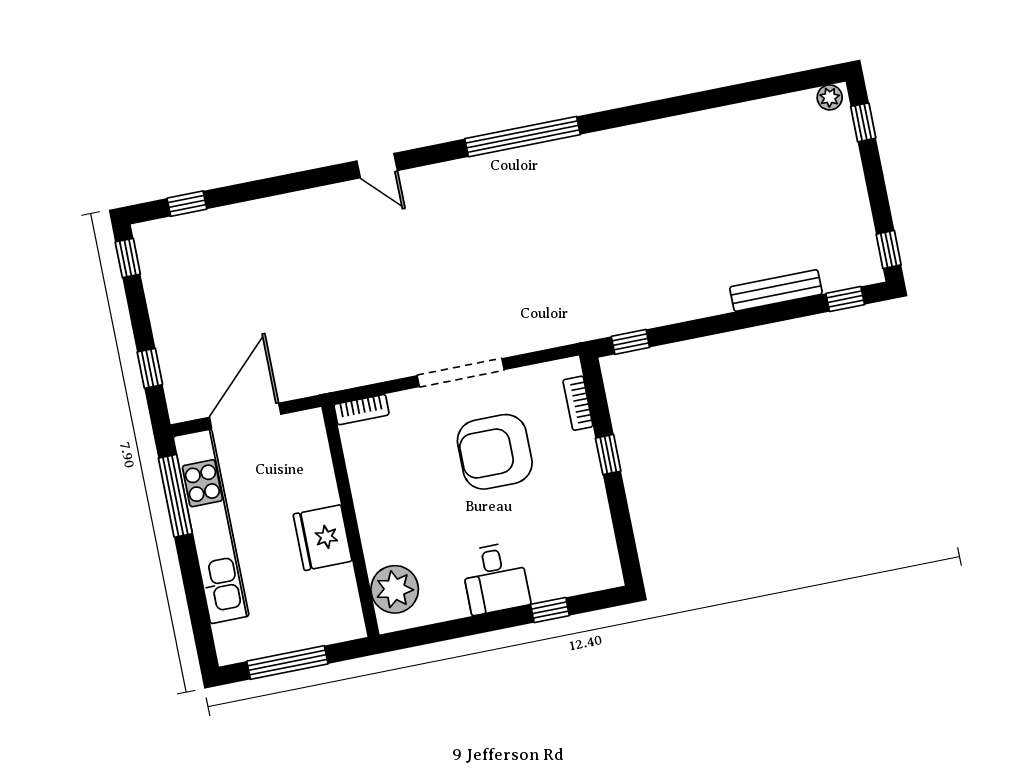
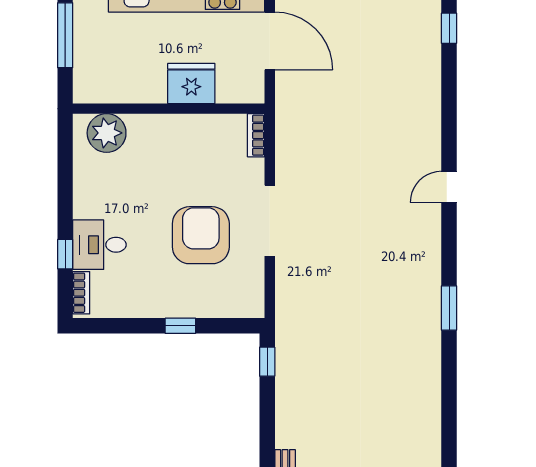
window: (523, 137) -> (449, 308), width x0.47
bookcase: (578, 403) -> (81, 293), moved, turned 90
fridge: (323, 538) -> (191, 83), moved
desk: (495, 578) -> (99, 245), moved

